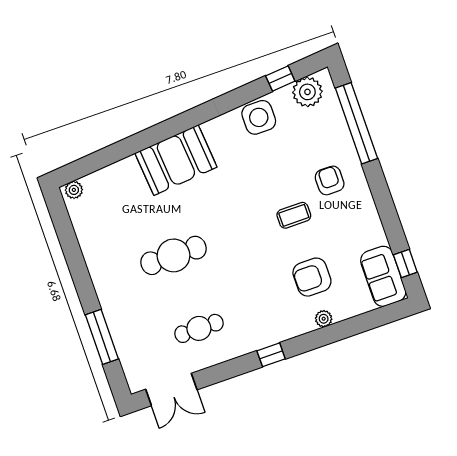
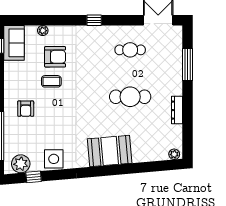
coffee table: (294, 215) -> (51, 81), moved
dresser: (93, 260) -> (177, 110), added
plant: (324, 319) -> (43, 31), moved

